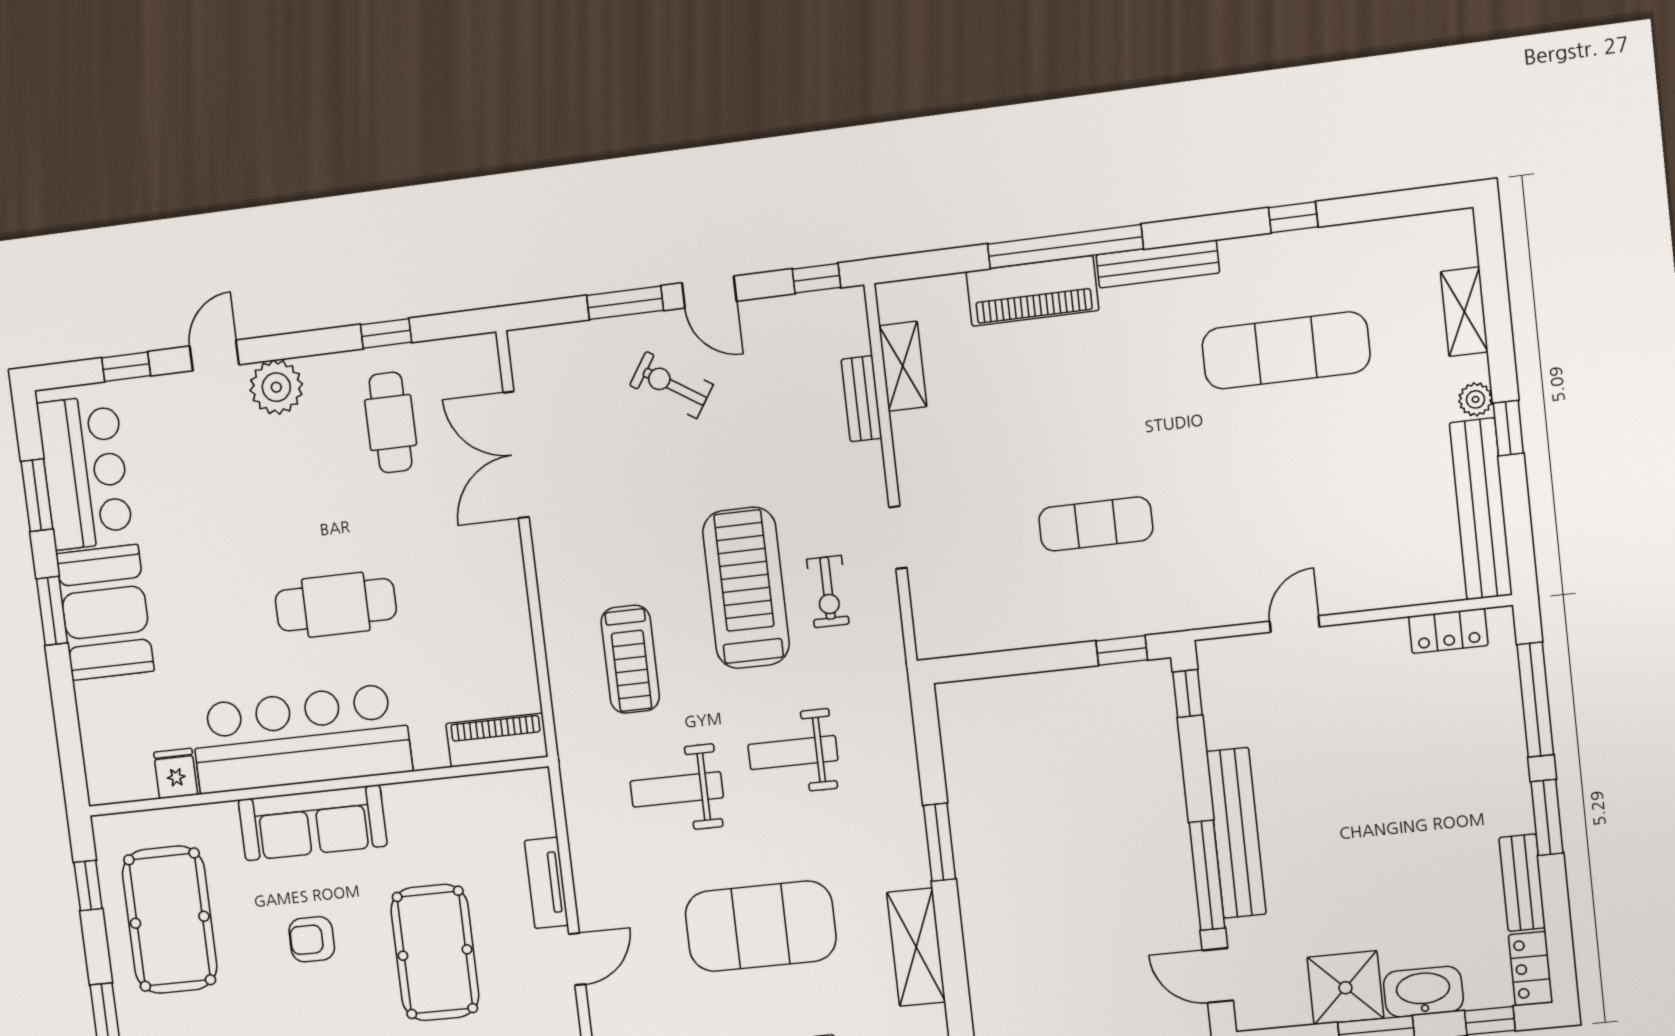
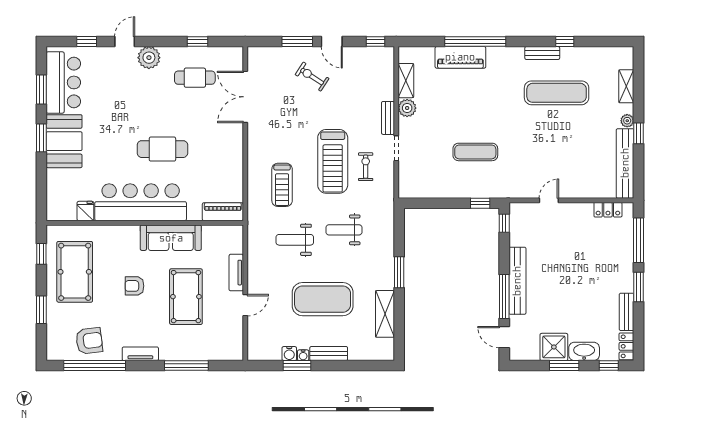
bench: (1158, 264) -> (542, 53), moved, width x0.73
bench: (861, 399) -> (388, 118), moved
cafe table: (391, 422) -> (195, 78), turned 90
plant: (914, 434) -> (407, 108), added
treadmill: (746, 588) -> (333, 161), turned 180
exercise bike: (828, 592) -> (366, 167), turned 180
sofa: (313, 823) -> (171, 238), moved

